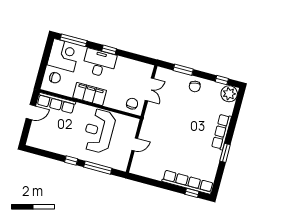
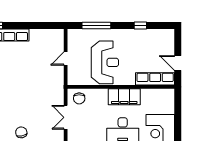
chair: (55, 78) -> (163, 104), removed
door: (31, 112) -> (178, 63), hinge flipped
window: (71, 160) -> (140, 26), moved

